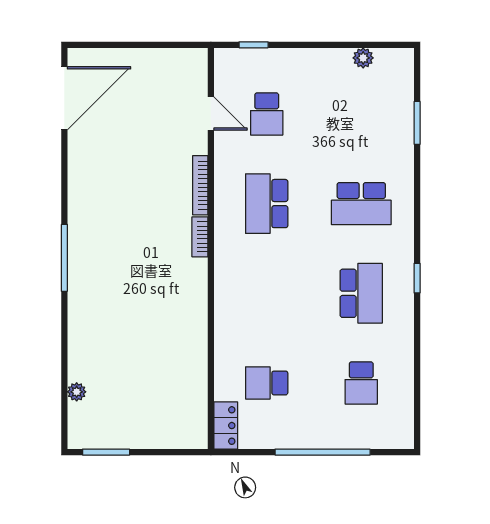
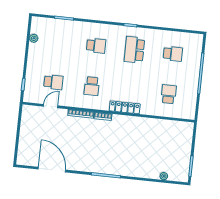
door: (64, 98) -> (52, 170), moved
school desk: (267, 204) -> (92, 86), width x0.54
school desk: (361, 204) -> (96, 46), width x0.54
school desk: (361, 293) -> (134, 50), turned -90
school desk: (267, 383) -> (169, 94), turned 180
locker: (226, 426) -> (125, 107), moved, width x1.53

